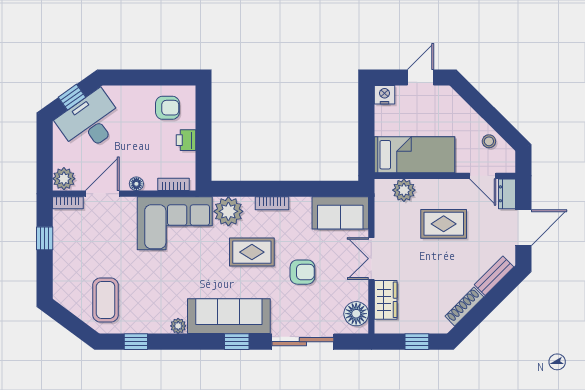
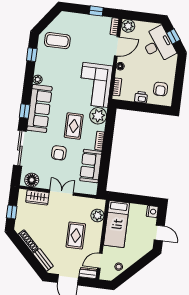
door: (102, 194) -> (117, 46), hinge flipped
sofa: (340, 213) -> (91, 166), moved

